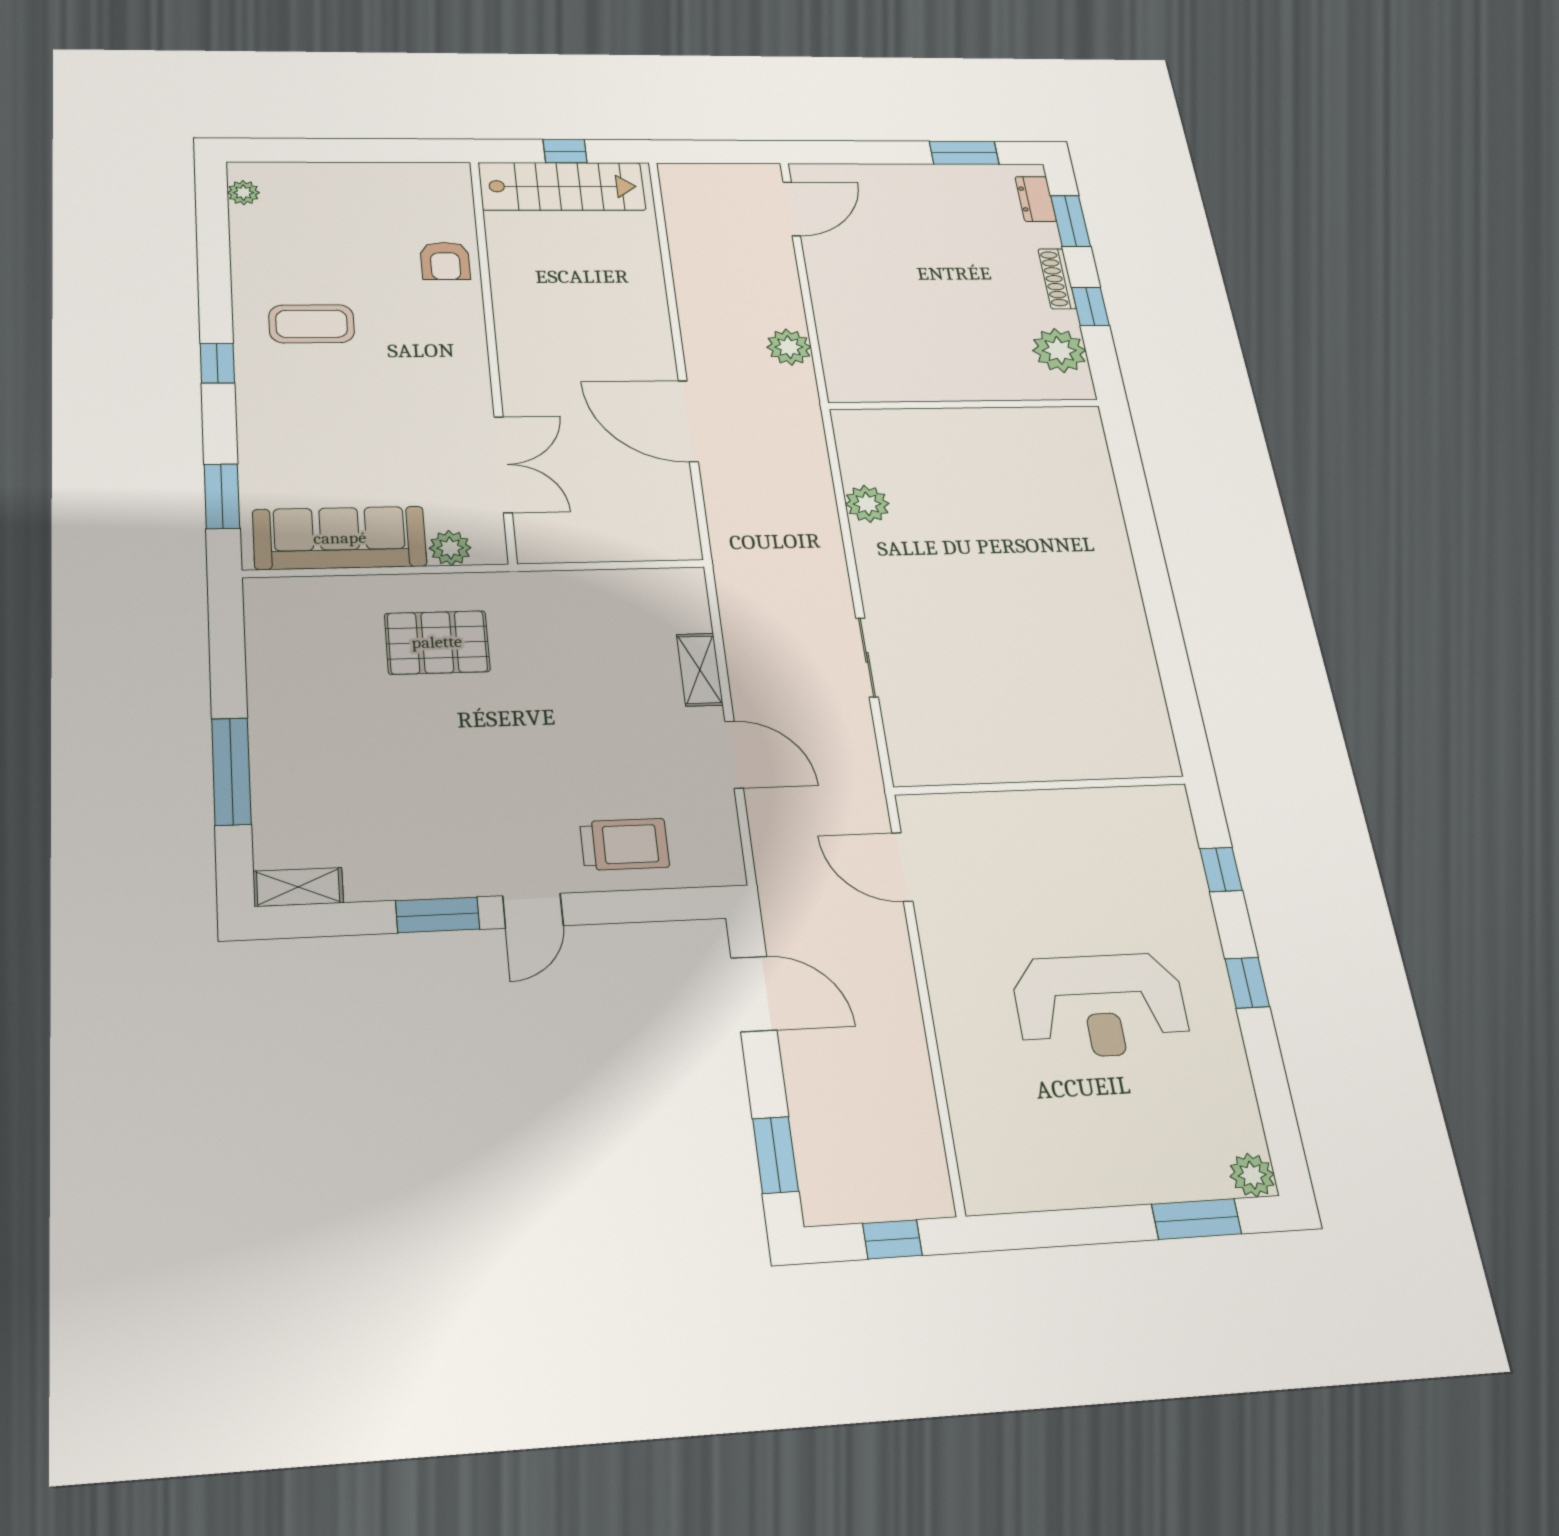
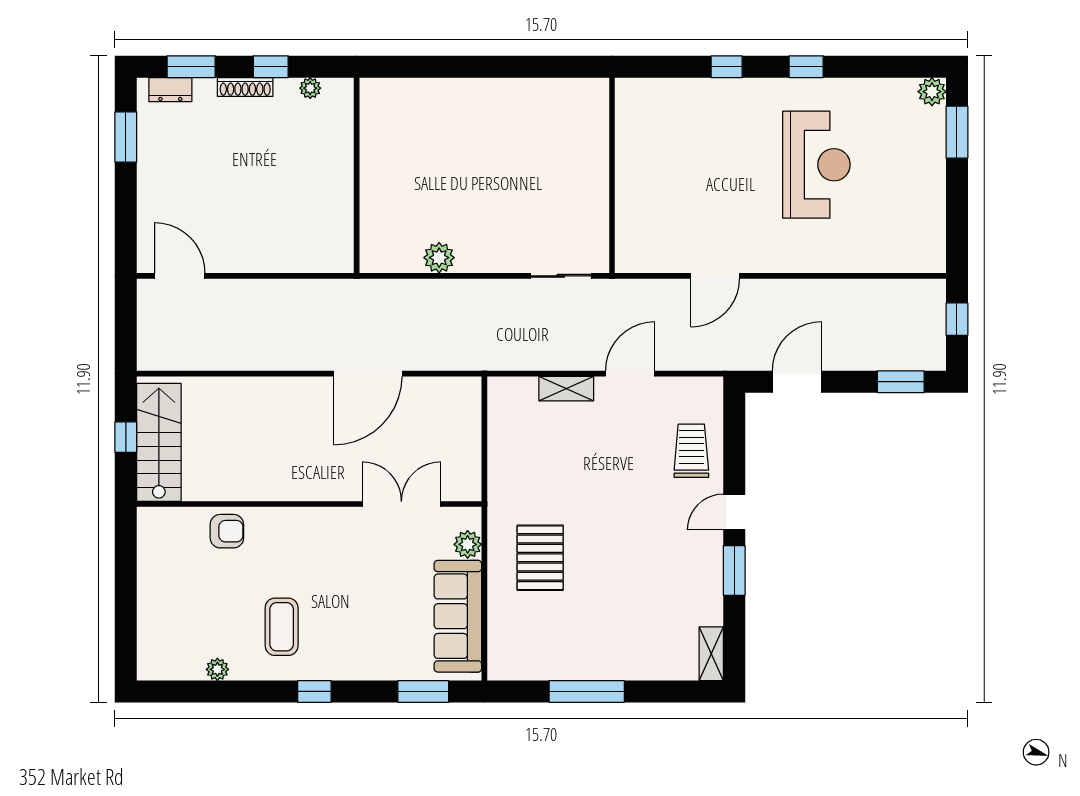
plant: (243, 193) -> (217, 669), moved
plant: (789, 347) -> (305, 295), removed
plant: (1059, 350) -> (310, 88), width x0.53, depth x0.53
window: (231, 771) -> (587, 691), moved
wall: (1040, 786) -> (612, 175), moved
door: (533, 911) -> (734, 512), swing flipped

